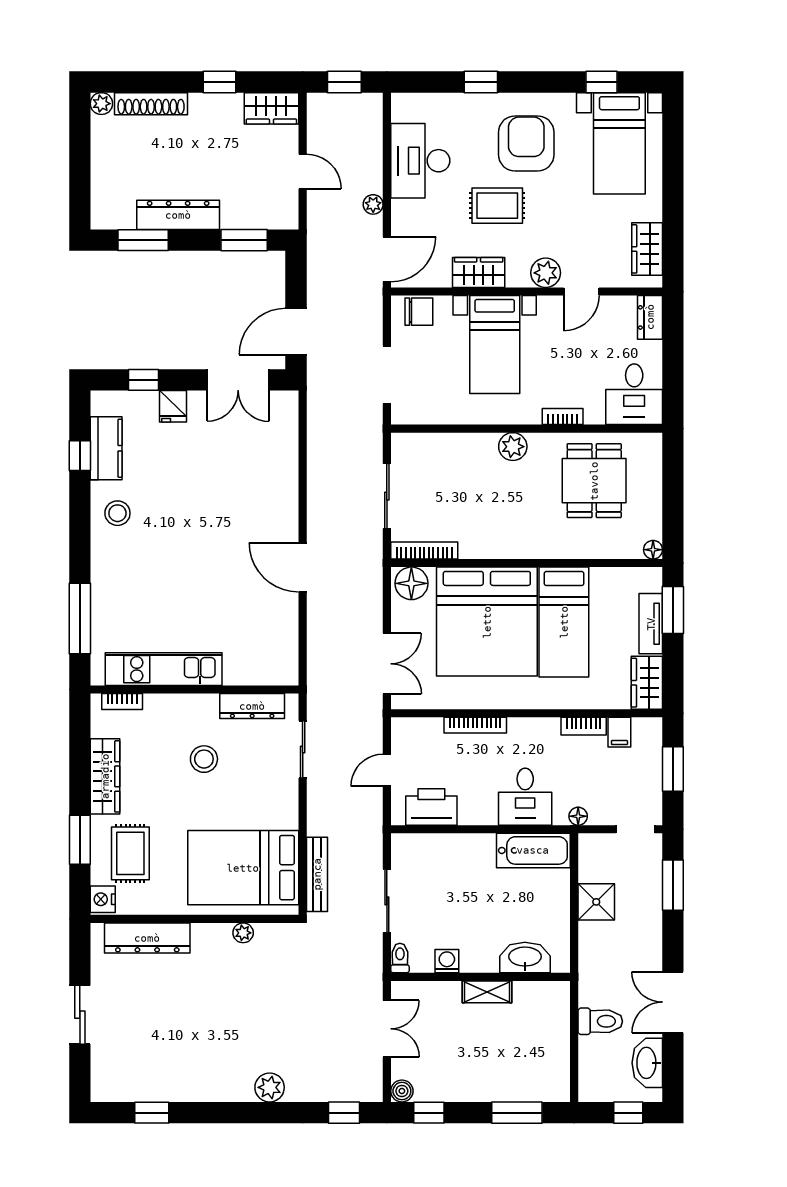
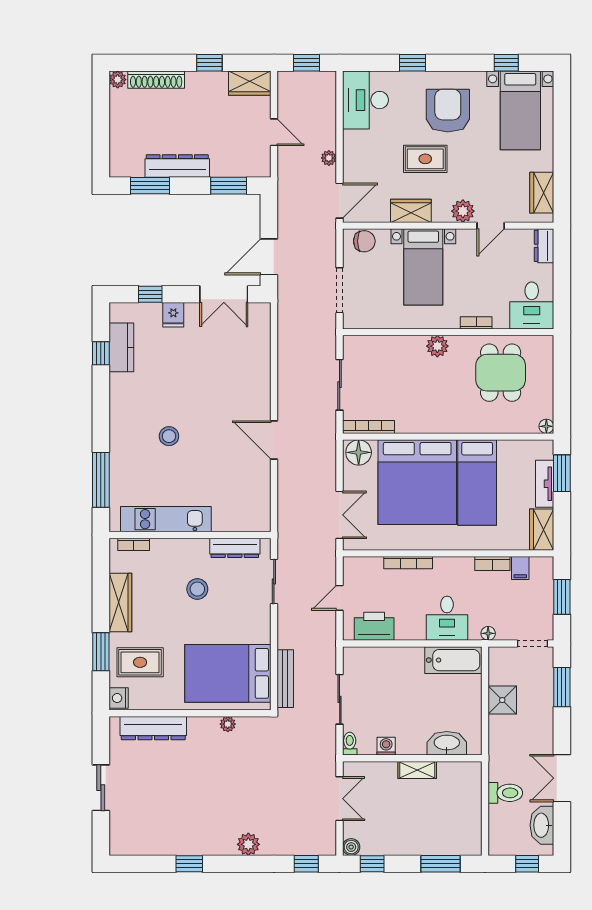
desk: (420, 161) -> (365, 100), moved
stool: (117, 513) -> (169, 436), moved
rug: (130, 853) -> (140, 662), turned 90
window: (152, 1113) -> (189, 864), moved

